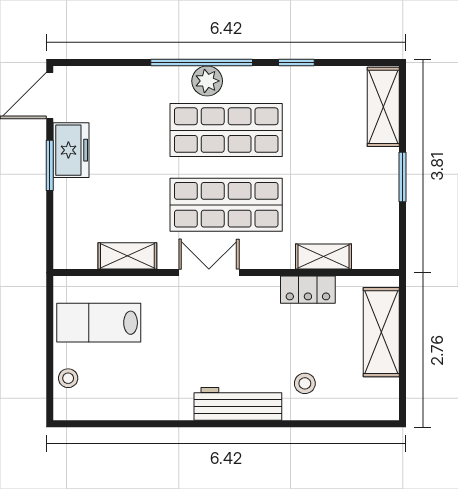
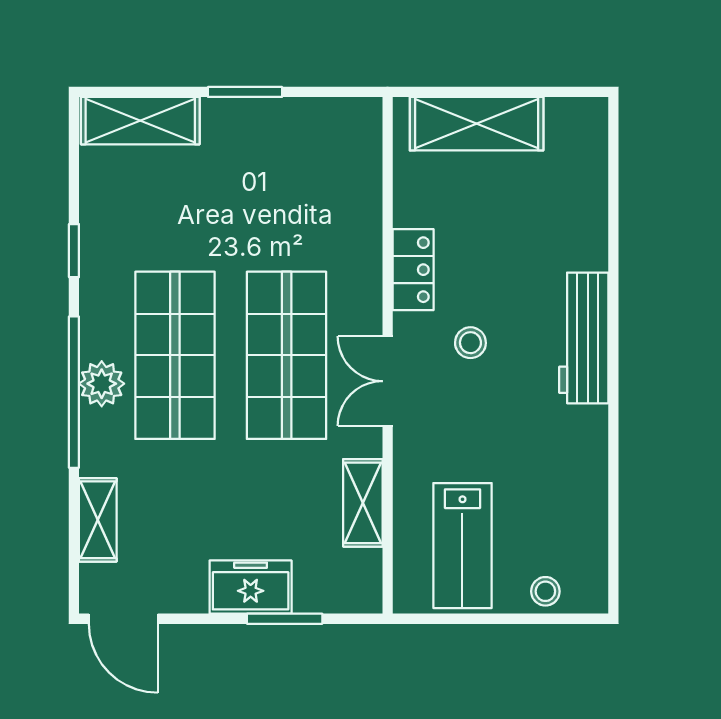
freezer: (71, 150) -> (251, 587), moved
window: (50, 165) -> (285, 619), moved
shelving: (324, 257) -> (98, 520), moved
locker: (308, 290) -> (413, 270), moved
stool: (305, 383) -> (470, 343), moved

